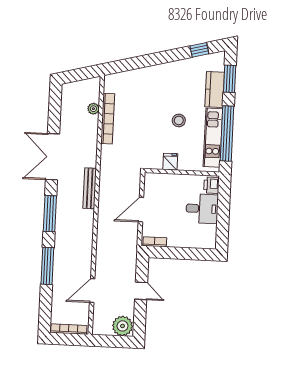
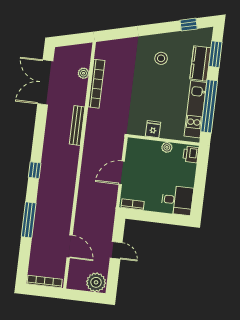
stool: (179, 120) -> (161, 58), moved
double door: (52, 157) -> (45, 82), moved
plant: (186, 180) -> (167, 147), added
bench: (90, 188) -> (77, 126), moved
desk: (202, 209) -> (177, 200), moved
window: (50, 214) -> (35, 170), width x0.46
door: (92, 290) -> (70, 246), swing flipped

